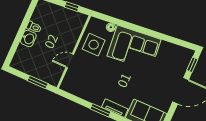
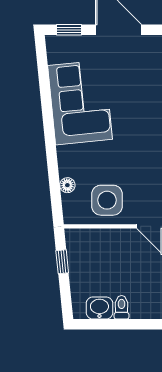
washbasin: (28, 38) -> (99, 308), moved
corner sofa: (134, 48) -> (80, 102), moved

